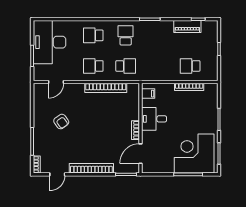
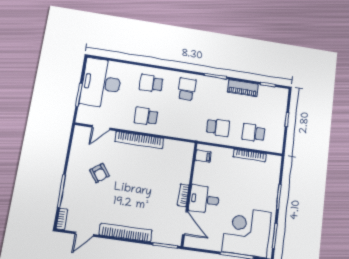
piano: (187, 27) -> (243, 88), moved
school desk: (126, 66) -> (218, 127), moved
bookcase: (106, 88) -> (139, 140), moved
desk: (154, 119) -> (204, 199), moved
door: (140, 154) -> (185, 223), swing flipped

